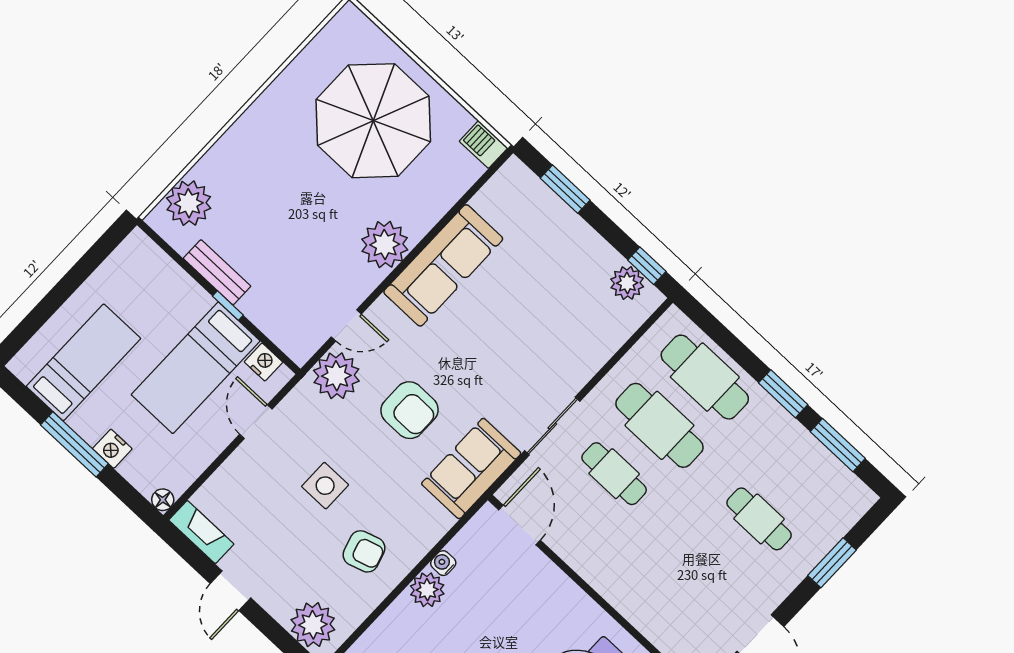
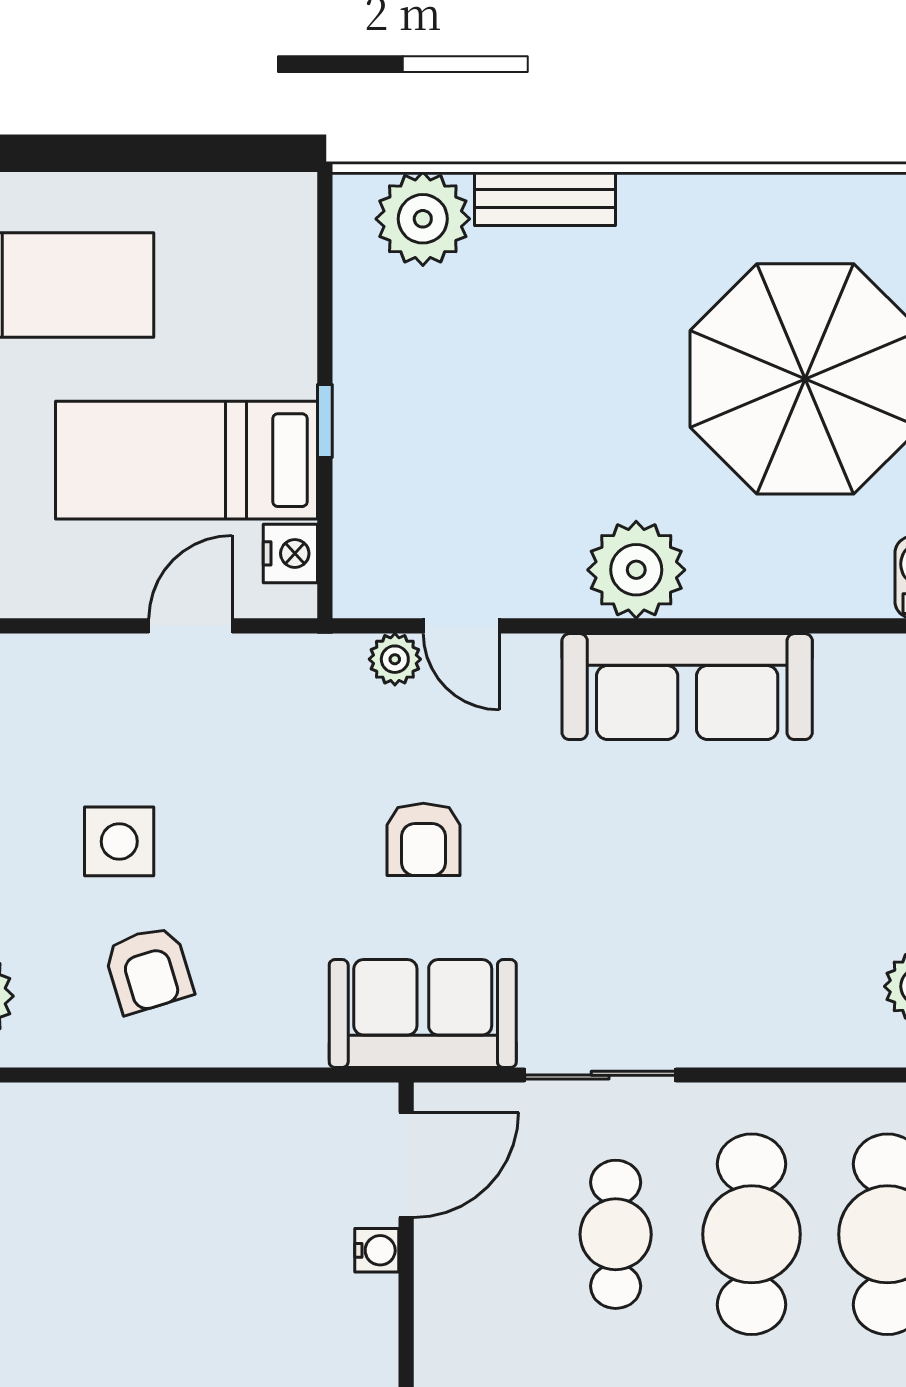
bench: (217, 272) -> (545, 199), moved, turned 90
plant: (336, 376) -> (395, 659), width x0.53, depth x0.53
armchair: (410, 410) -> (423, 839), width x0.72, depth x0.72
side table: (325, 486) -> (119, 841), moved
water cooler: (443, 563) -> (377, 1250), moved, turned 90
plant: (427, 590) -> (180, 1118), removed

